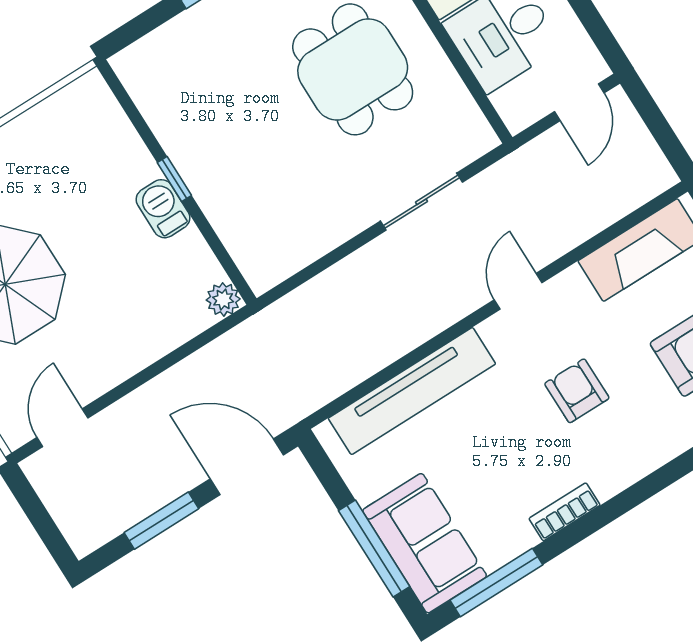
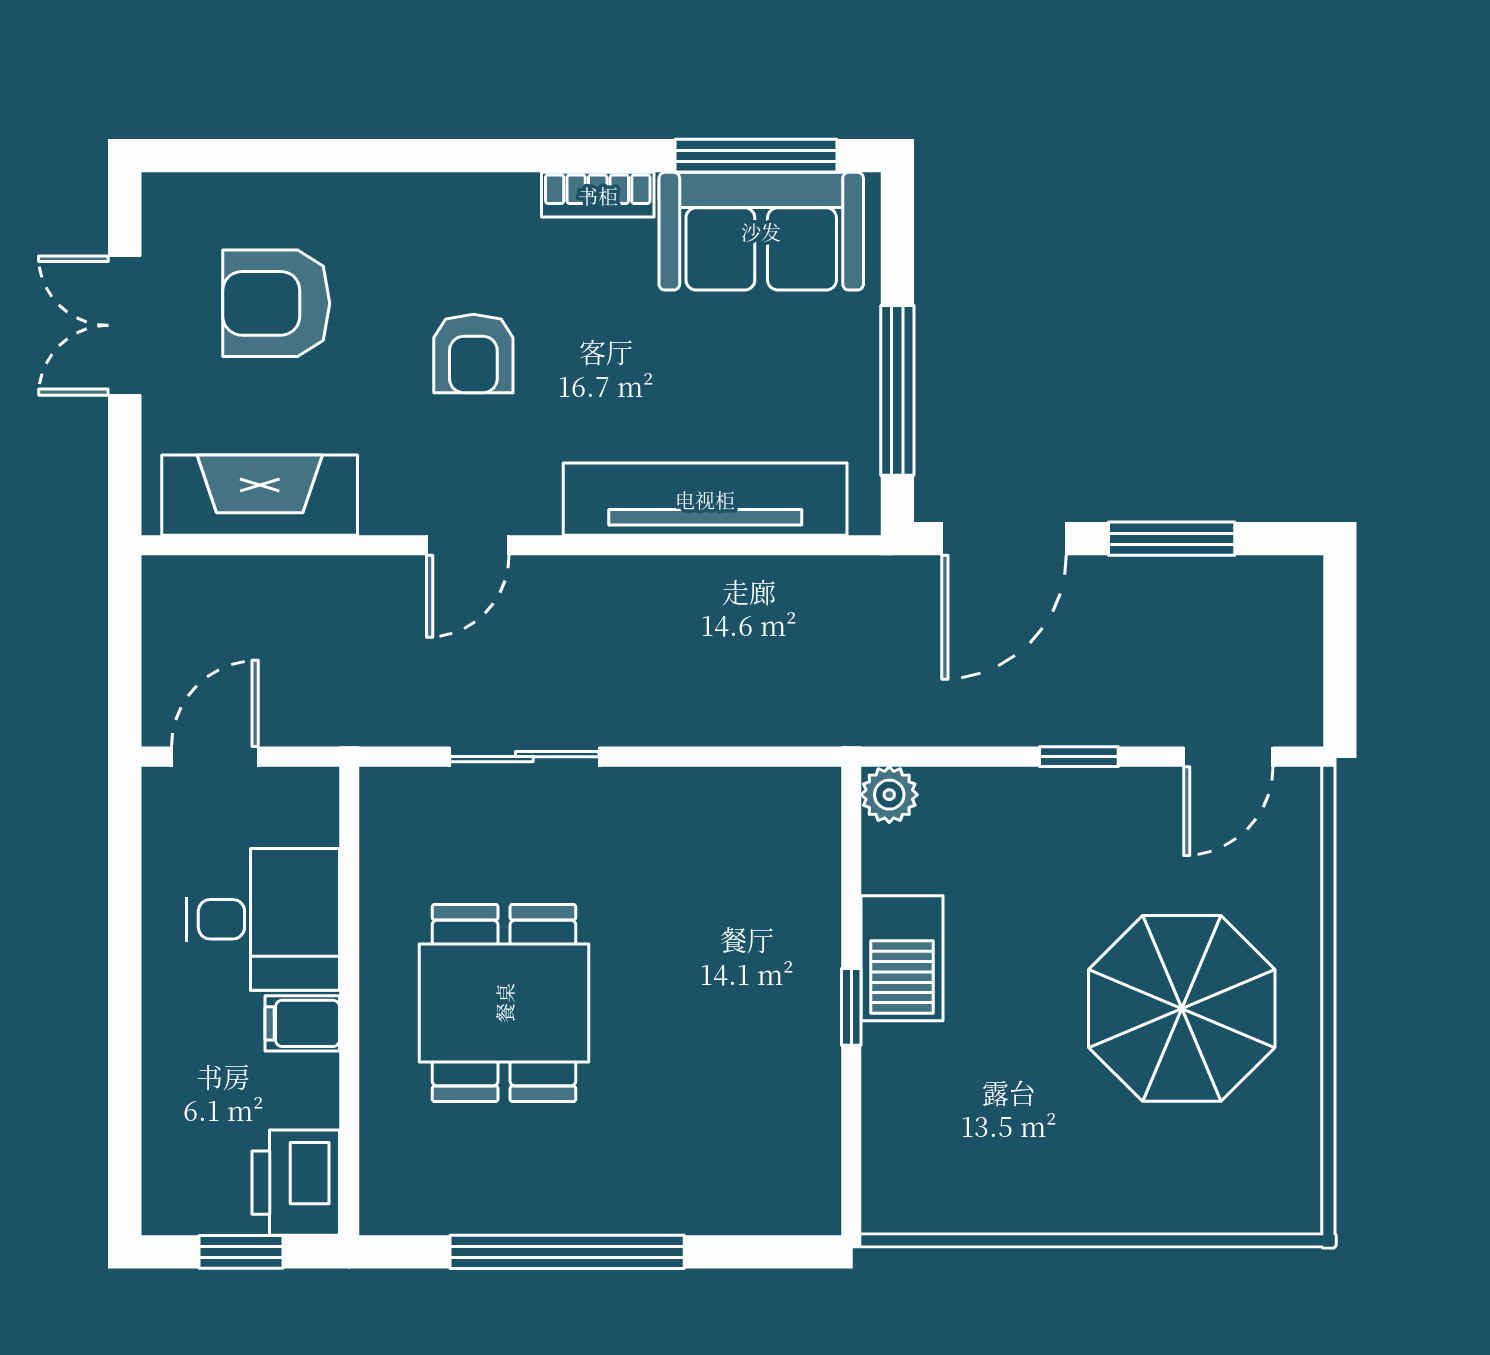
barbecue: (163, 209) -> (902, 958), width x1.38, depth x1.27
window: (139, 380) -> (1079, 757), added
door: (247, 467) -> (1004, 539), hinge flipped
sofa: (425, 543) -> (761, 231), moved, turned -90
window: (374, 549) -> (897, 390), moved

